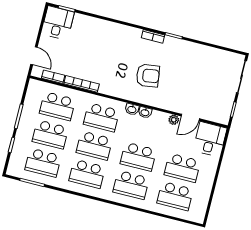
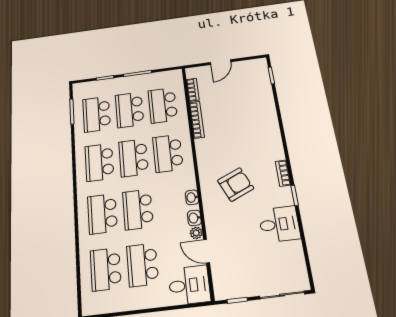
desk: (58, 23) -> (279, 224), moved
door: (34, 56) -> (221, 62), moved
armchair: (148, 76) -> (236, 184), turned -106
washbasin: (132, 109) -> (194, 218), moved

